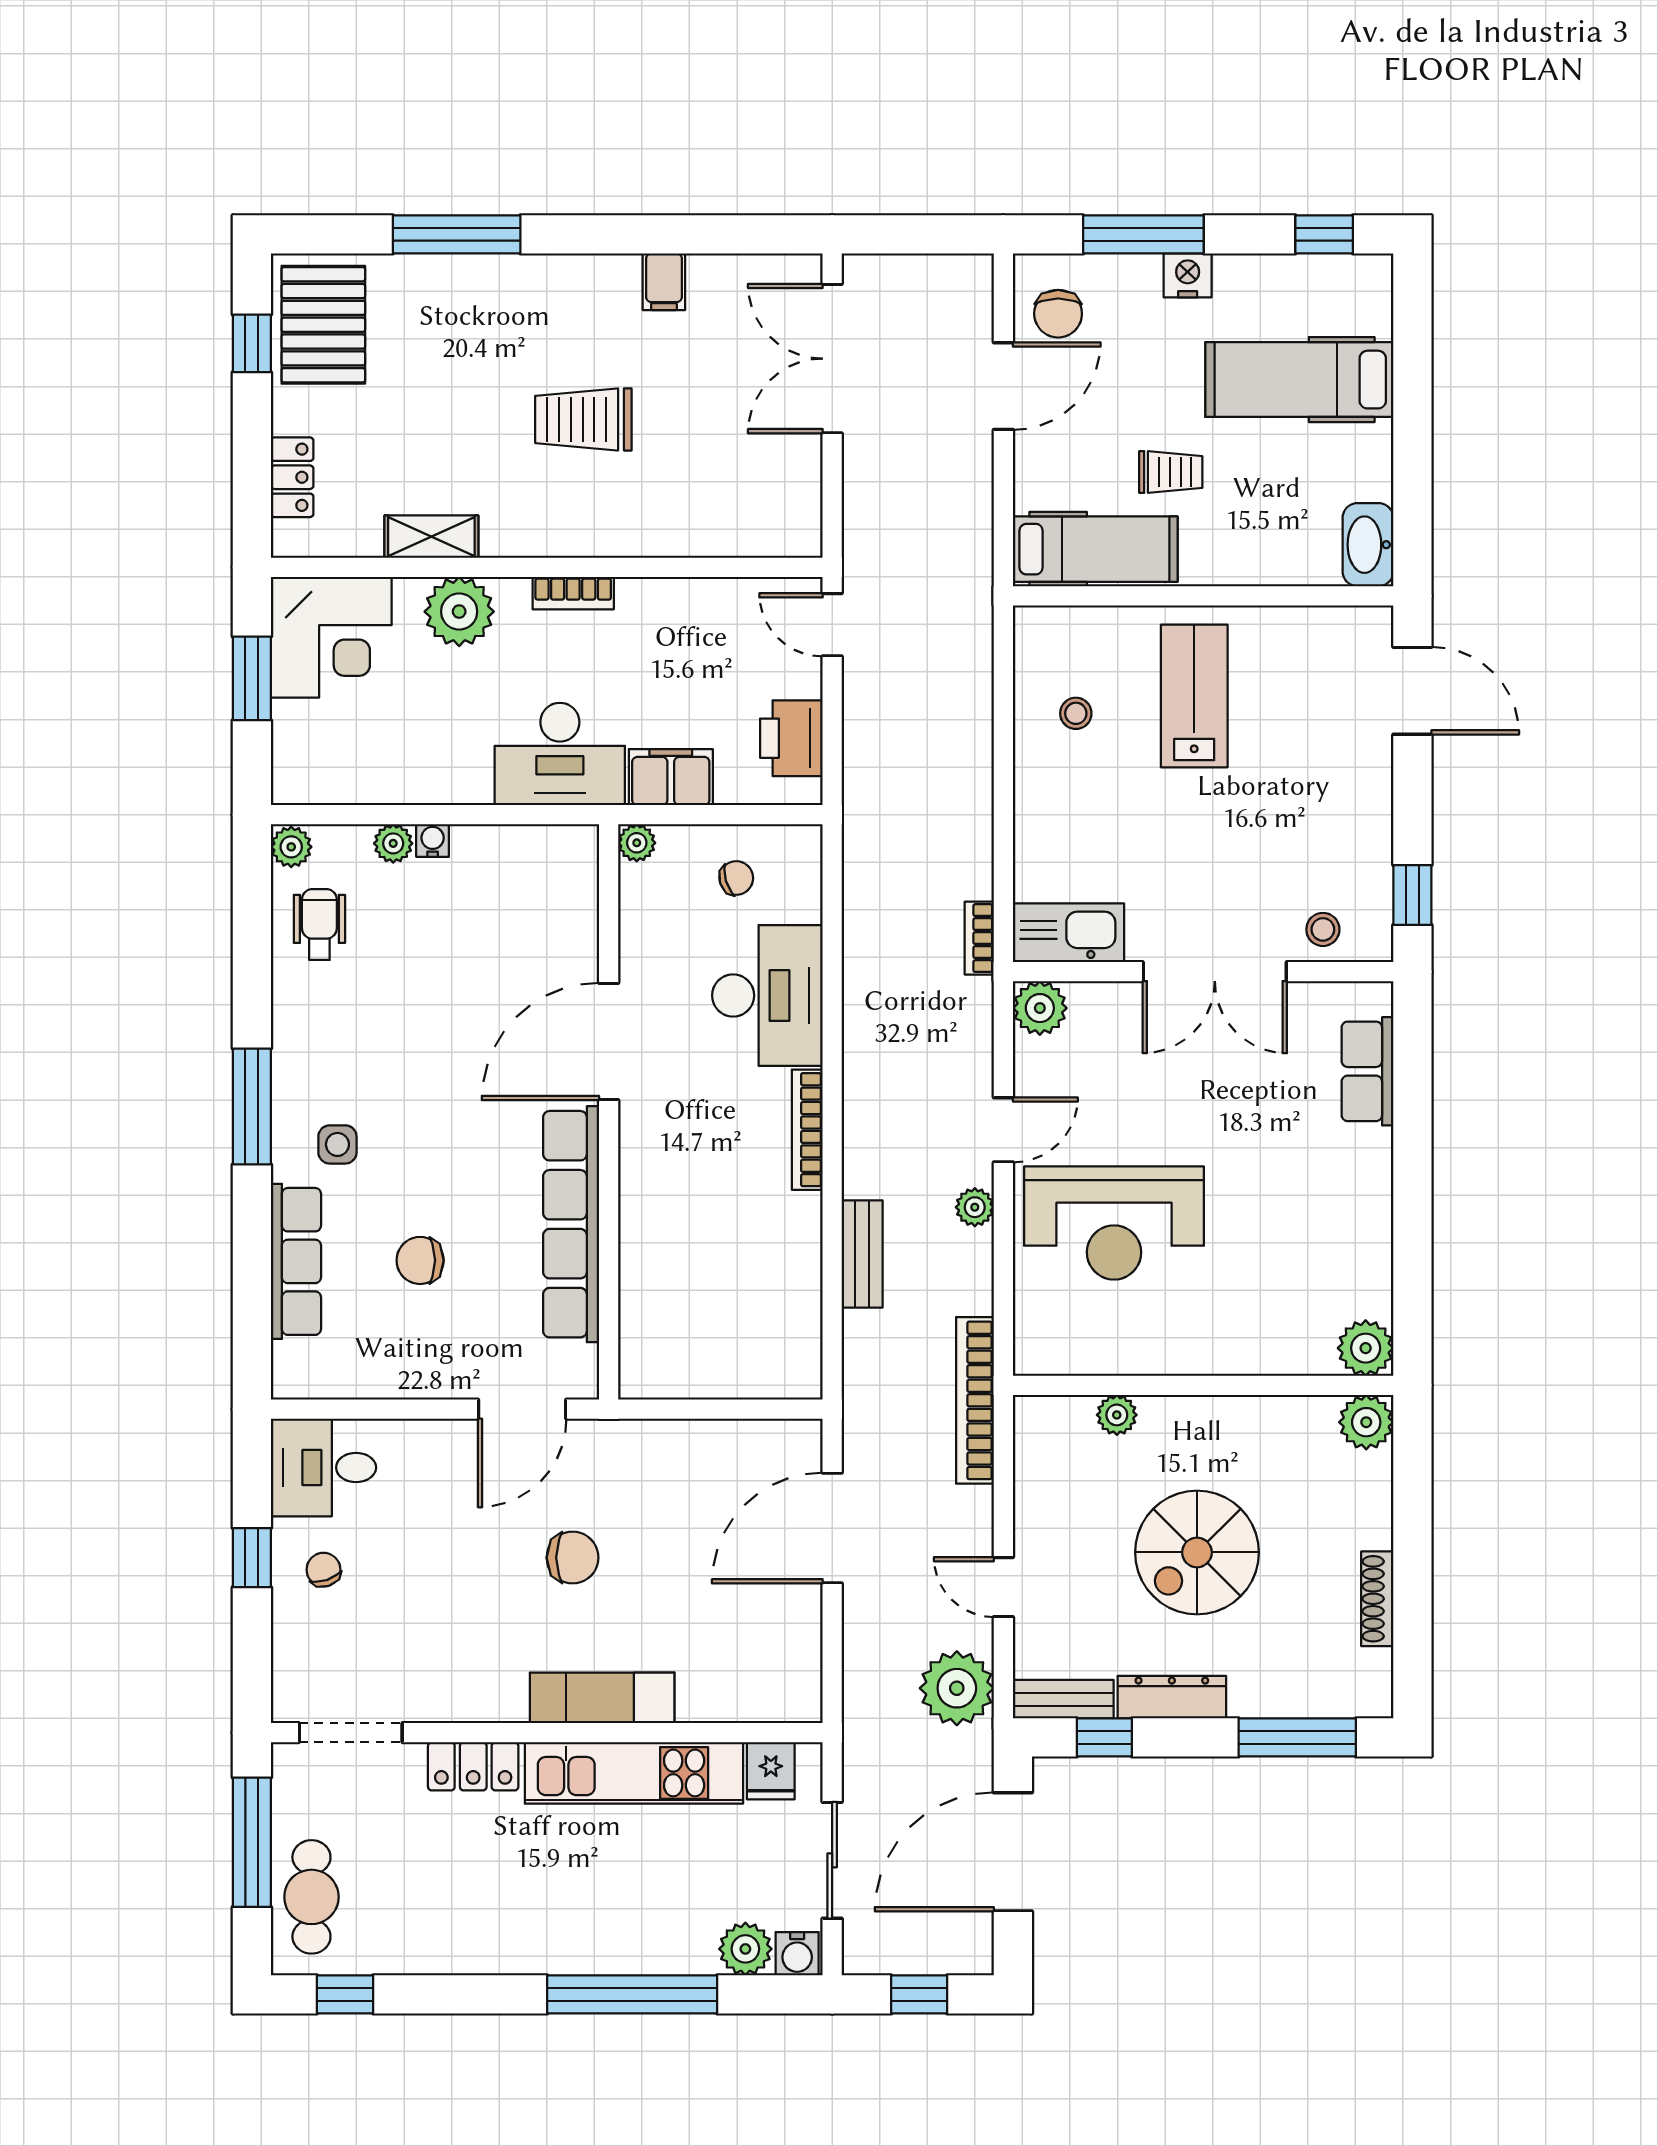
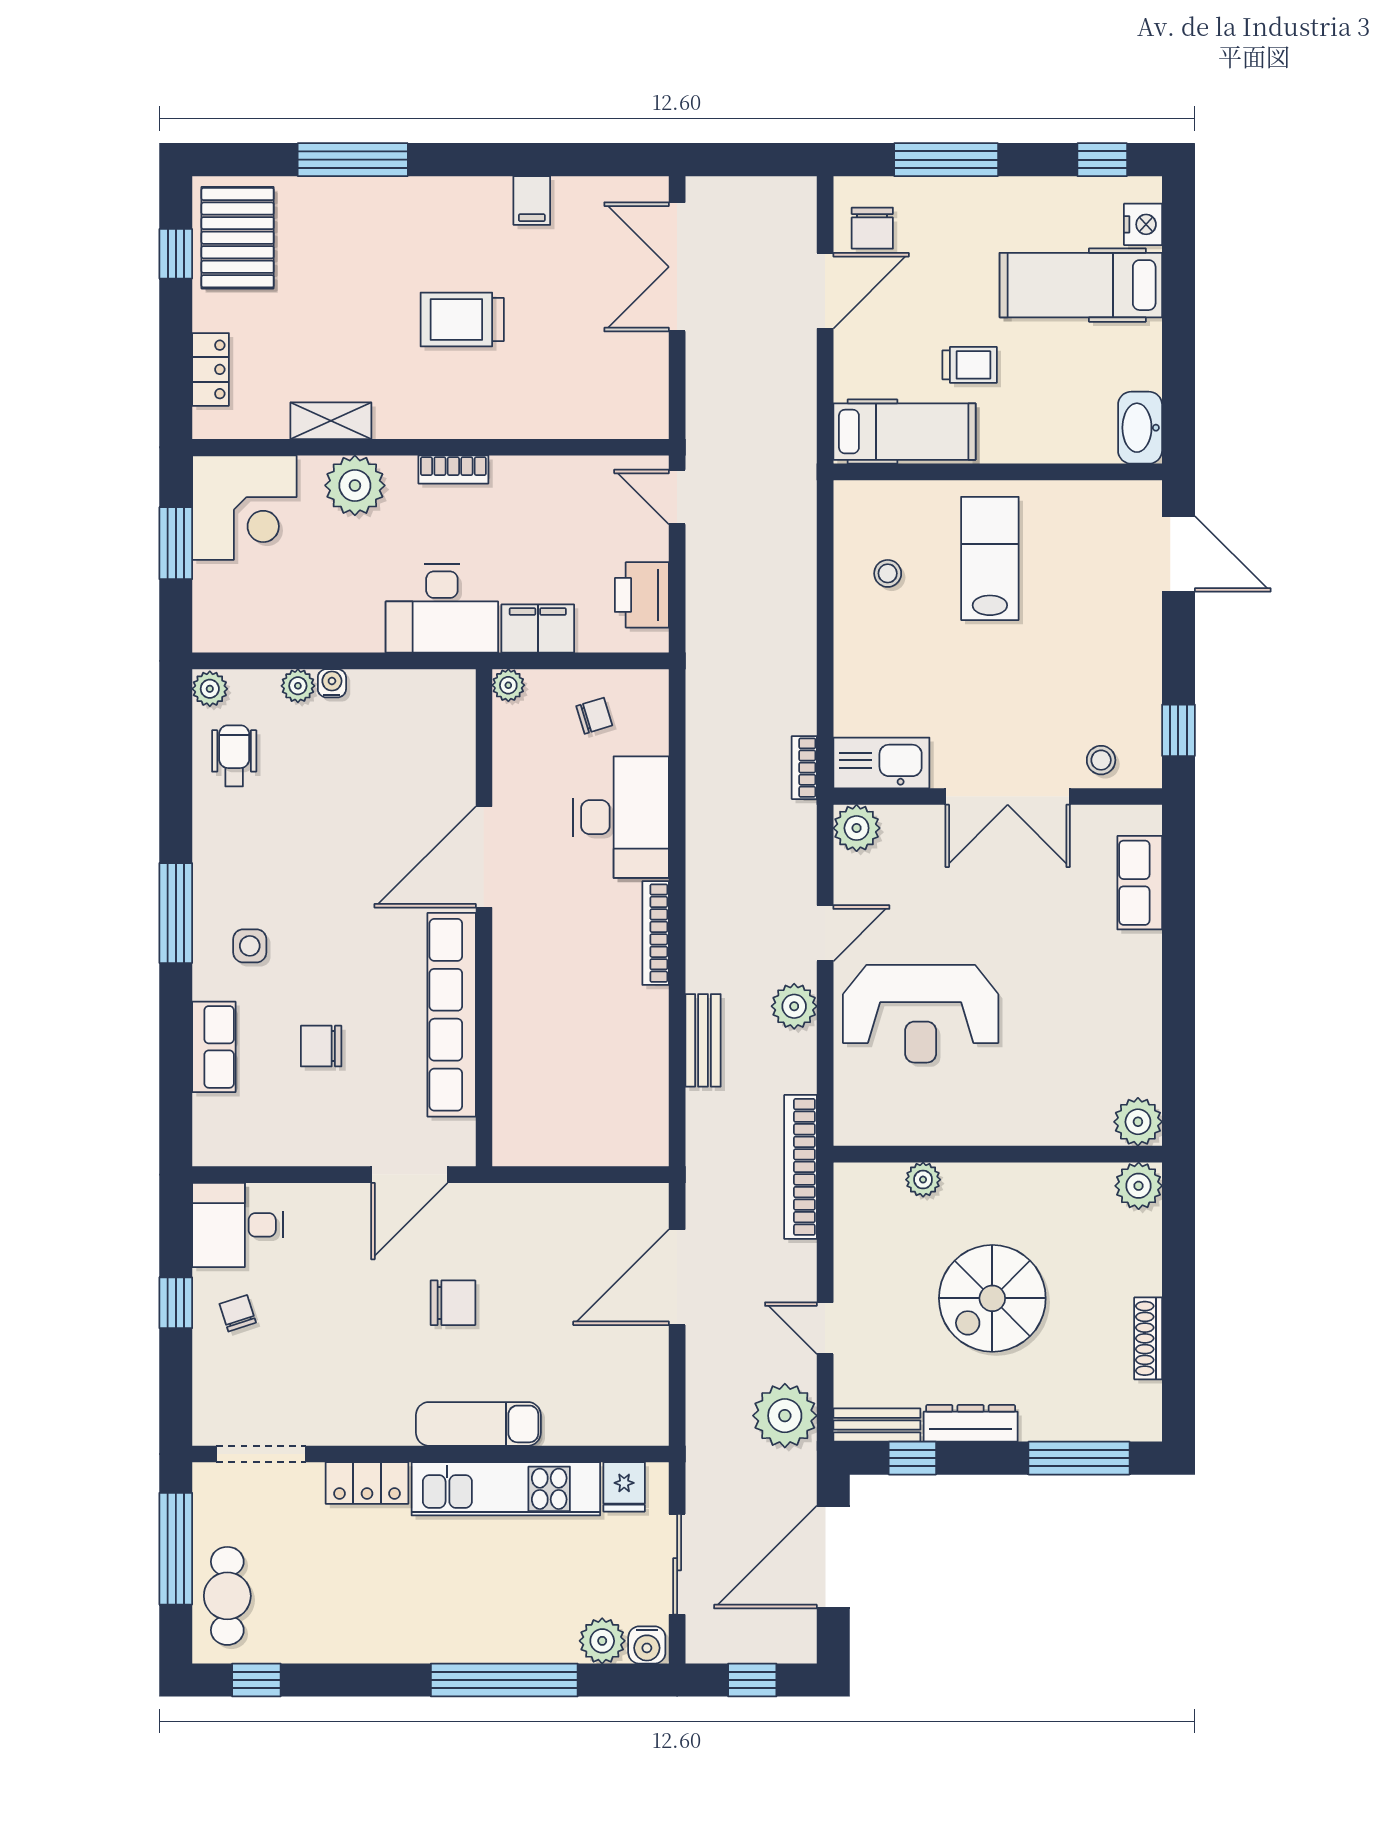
nightstand: (1188, 275) -> (1143, 224), moved, turned 90
plant: (975, 1207) -> (794, 1006), width x1.38, depth x1.38
row of seats: (296, 1261) -> (214, 1047), width x0.68

